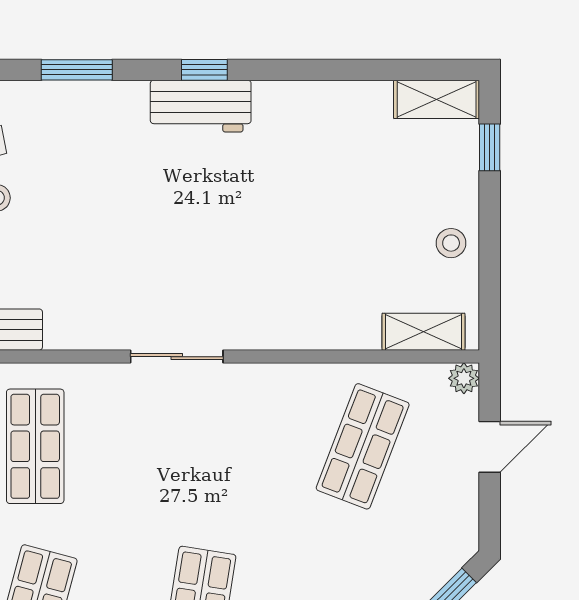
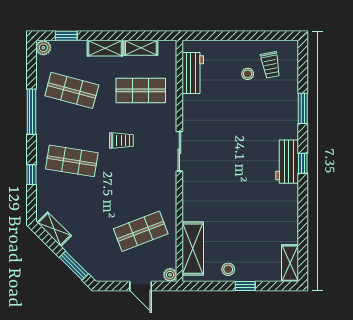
window: (490, 147) -> (245, 286), moved
shelving: (423, 332) -> (193, 249), width x1.50, depth x1.33
shop shelf: (363, 446) -> (141, 231), turned -42
trolley: (152, 491) -> (121, 140), added

